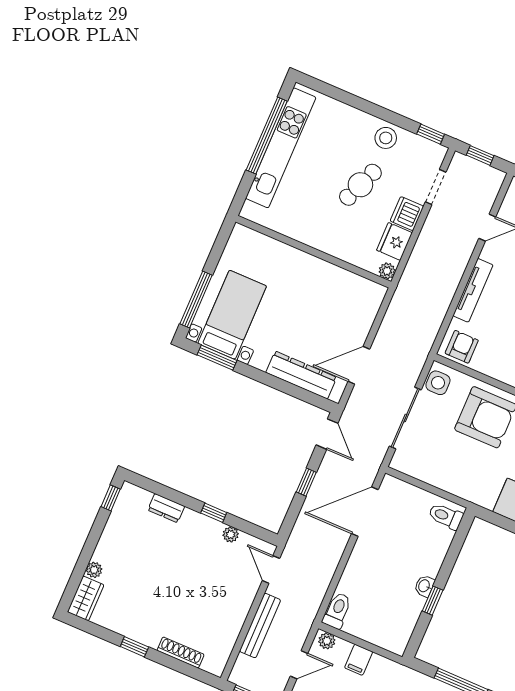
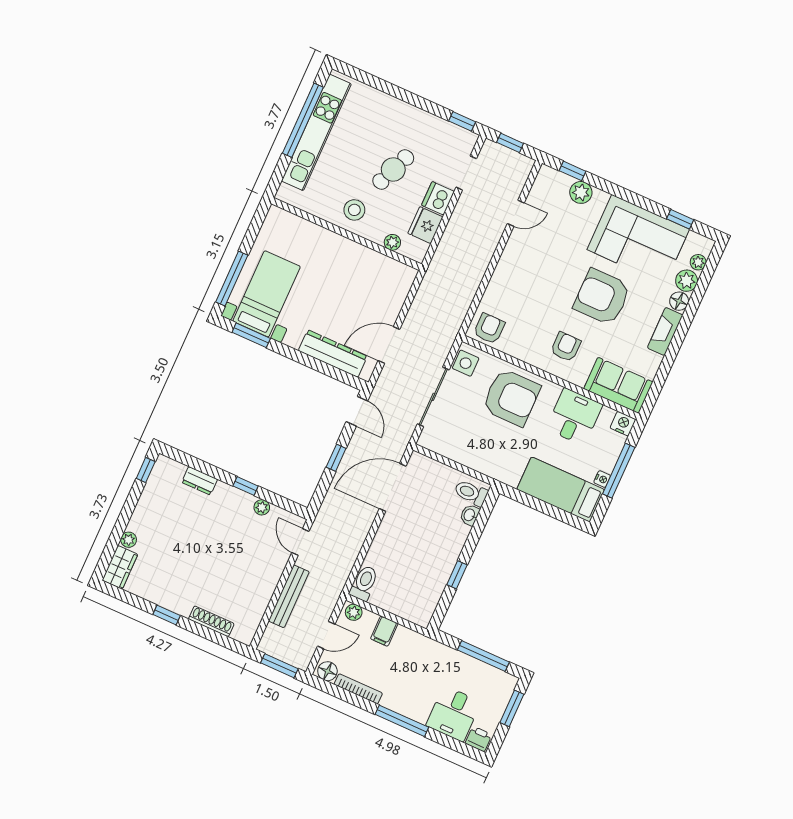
stool: (386, 138) -> (354, 210), moved
plant: (387, 271) -> (392, 242), moved
tv unit: (473, 290) -> (501, 274), removed
washbasin: (424, 586) -> (470, 515), moved

